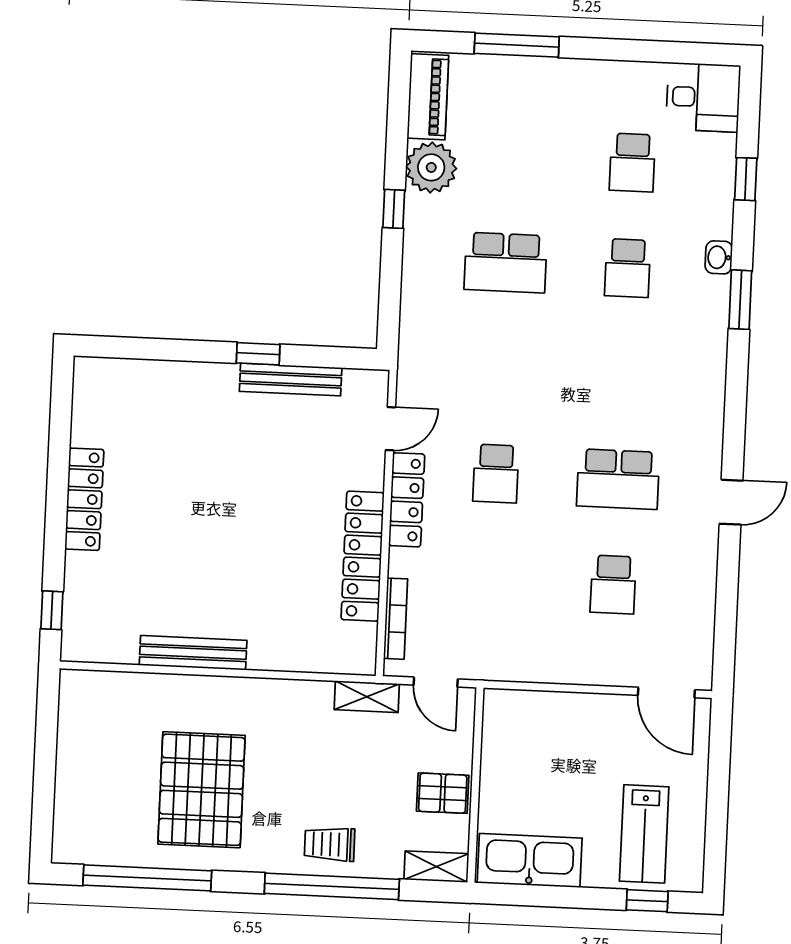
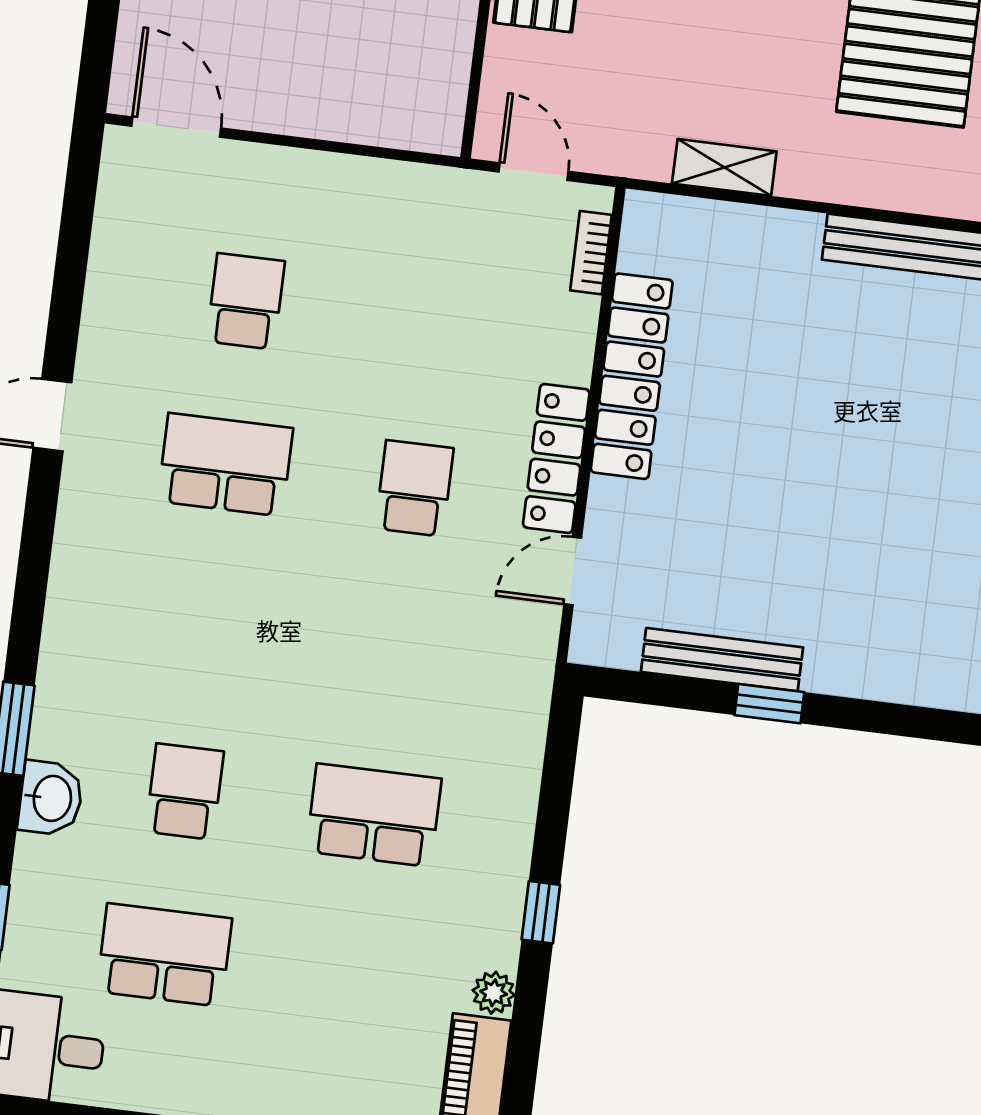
school desk: (632, 163) -> (164, 955), width x1.85
plant: (431, 167) -> (494, 993), width x0.53, depth x0.53
washbasin: (719, 257) -> (51, 798), width x1.38, depth x1.45
bookcase: (396, 619) -> (591, 253), width x0.64
shelving: (367, 697) -> (724, 167), moved

